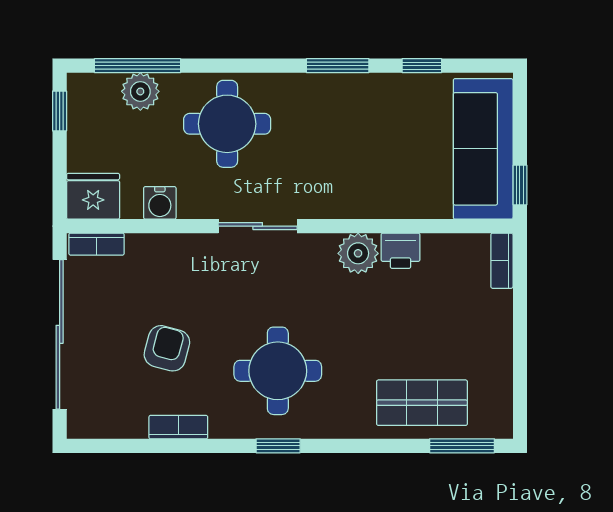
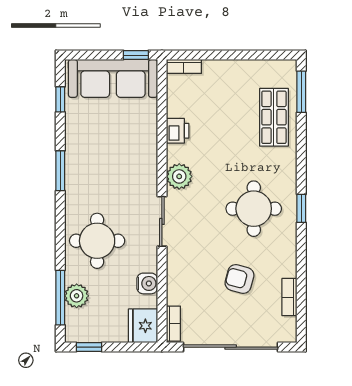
window: (422, 66) -> (60, 99), moved
plant: (358, 253) -> (179, 176), moved
bookcase: (178, 427) -> (289, 297), moved

